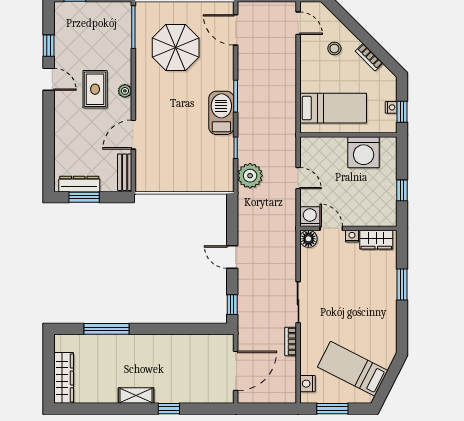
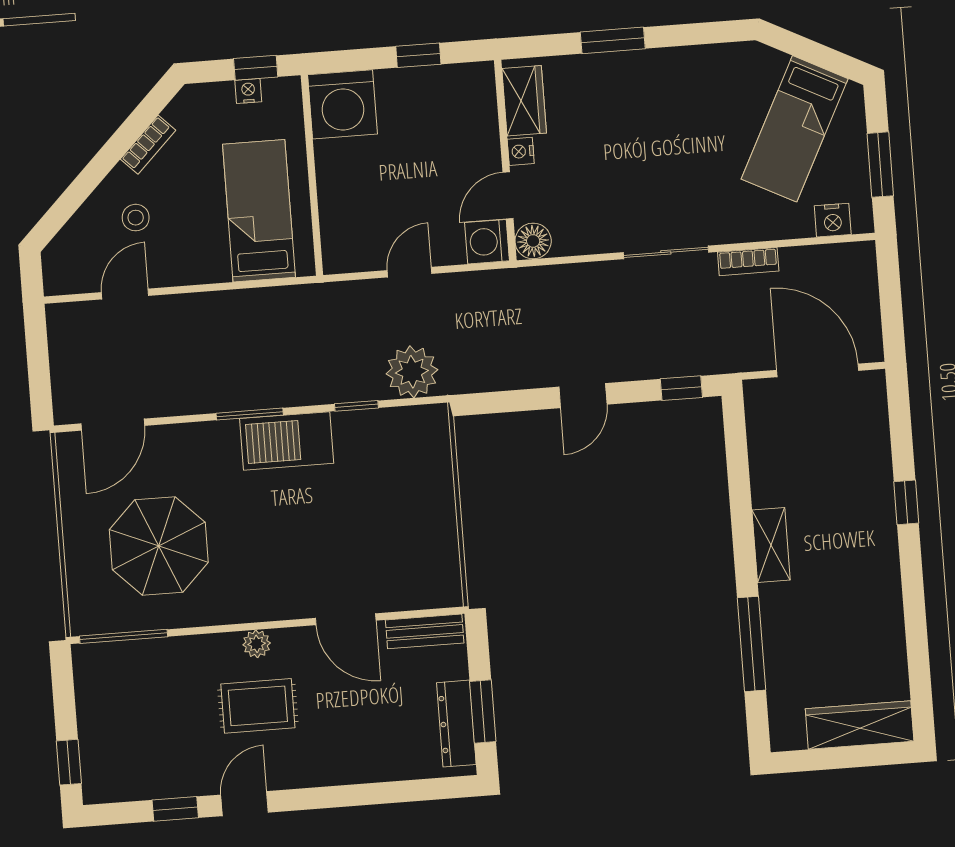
door: (298, 23) -> (125, 294), moved
washing machine: (364, 152) -> (343, 104), moved, turned 90
shelving: (136, 395) -> (771, 545), moved

